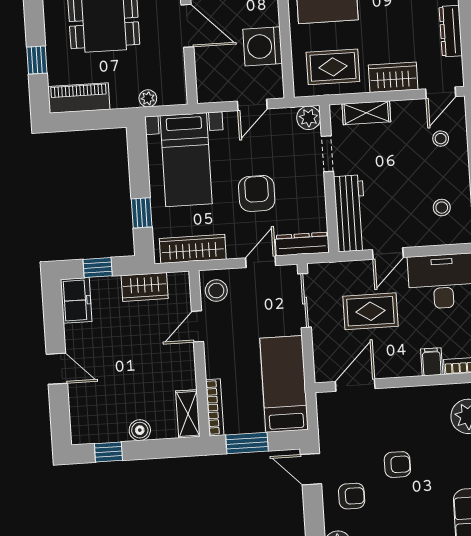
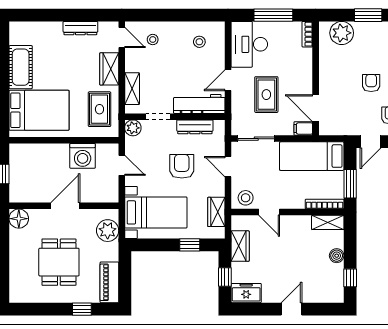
plant: (148, 98) -> (108, 231), width x1.88, depth x1.88
armchair: (257, 193) -> (182, 166), turned 90
dresser: (302, 244) -> (195, 127), moved, turned -90
wardrobe: (193, 249) -> (216, 212), width x0.67
door: (388, 253) -> (228, 80), swing flipped
filing cabinet: (432, 362) -> (303, 129), moved

